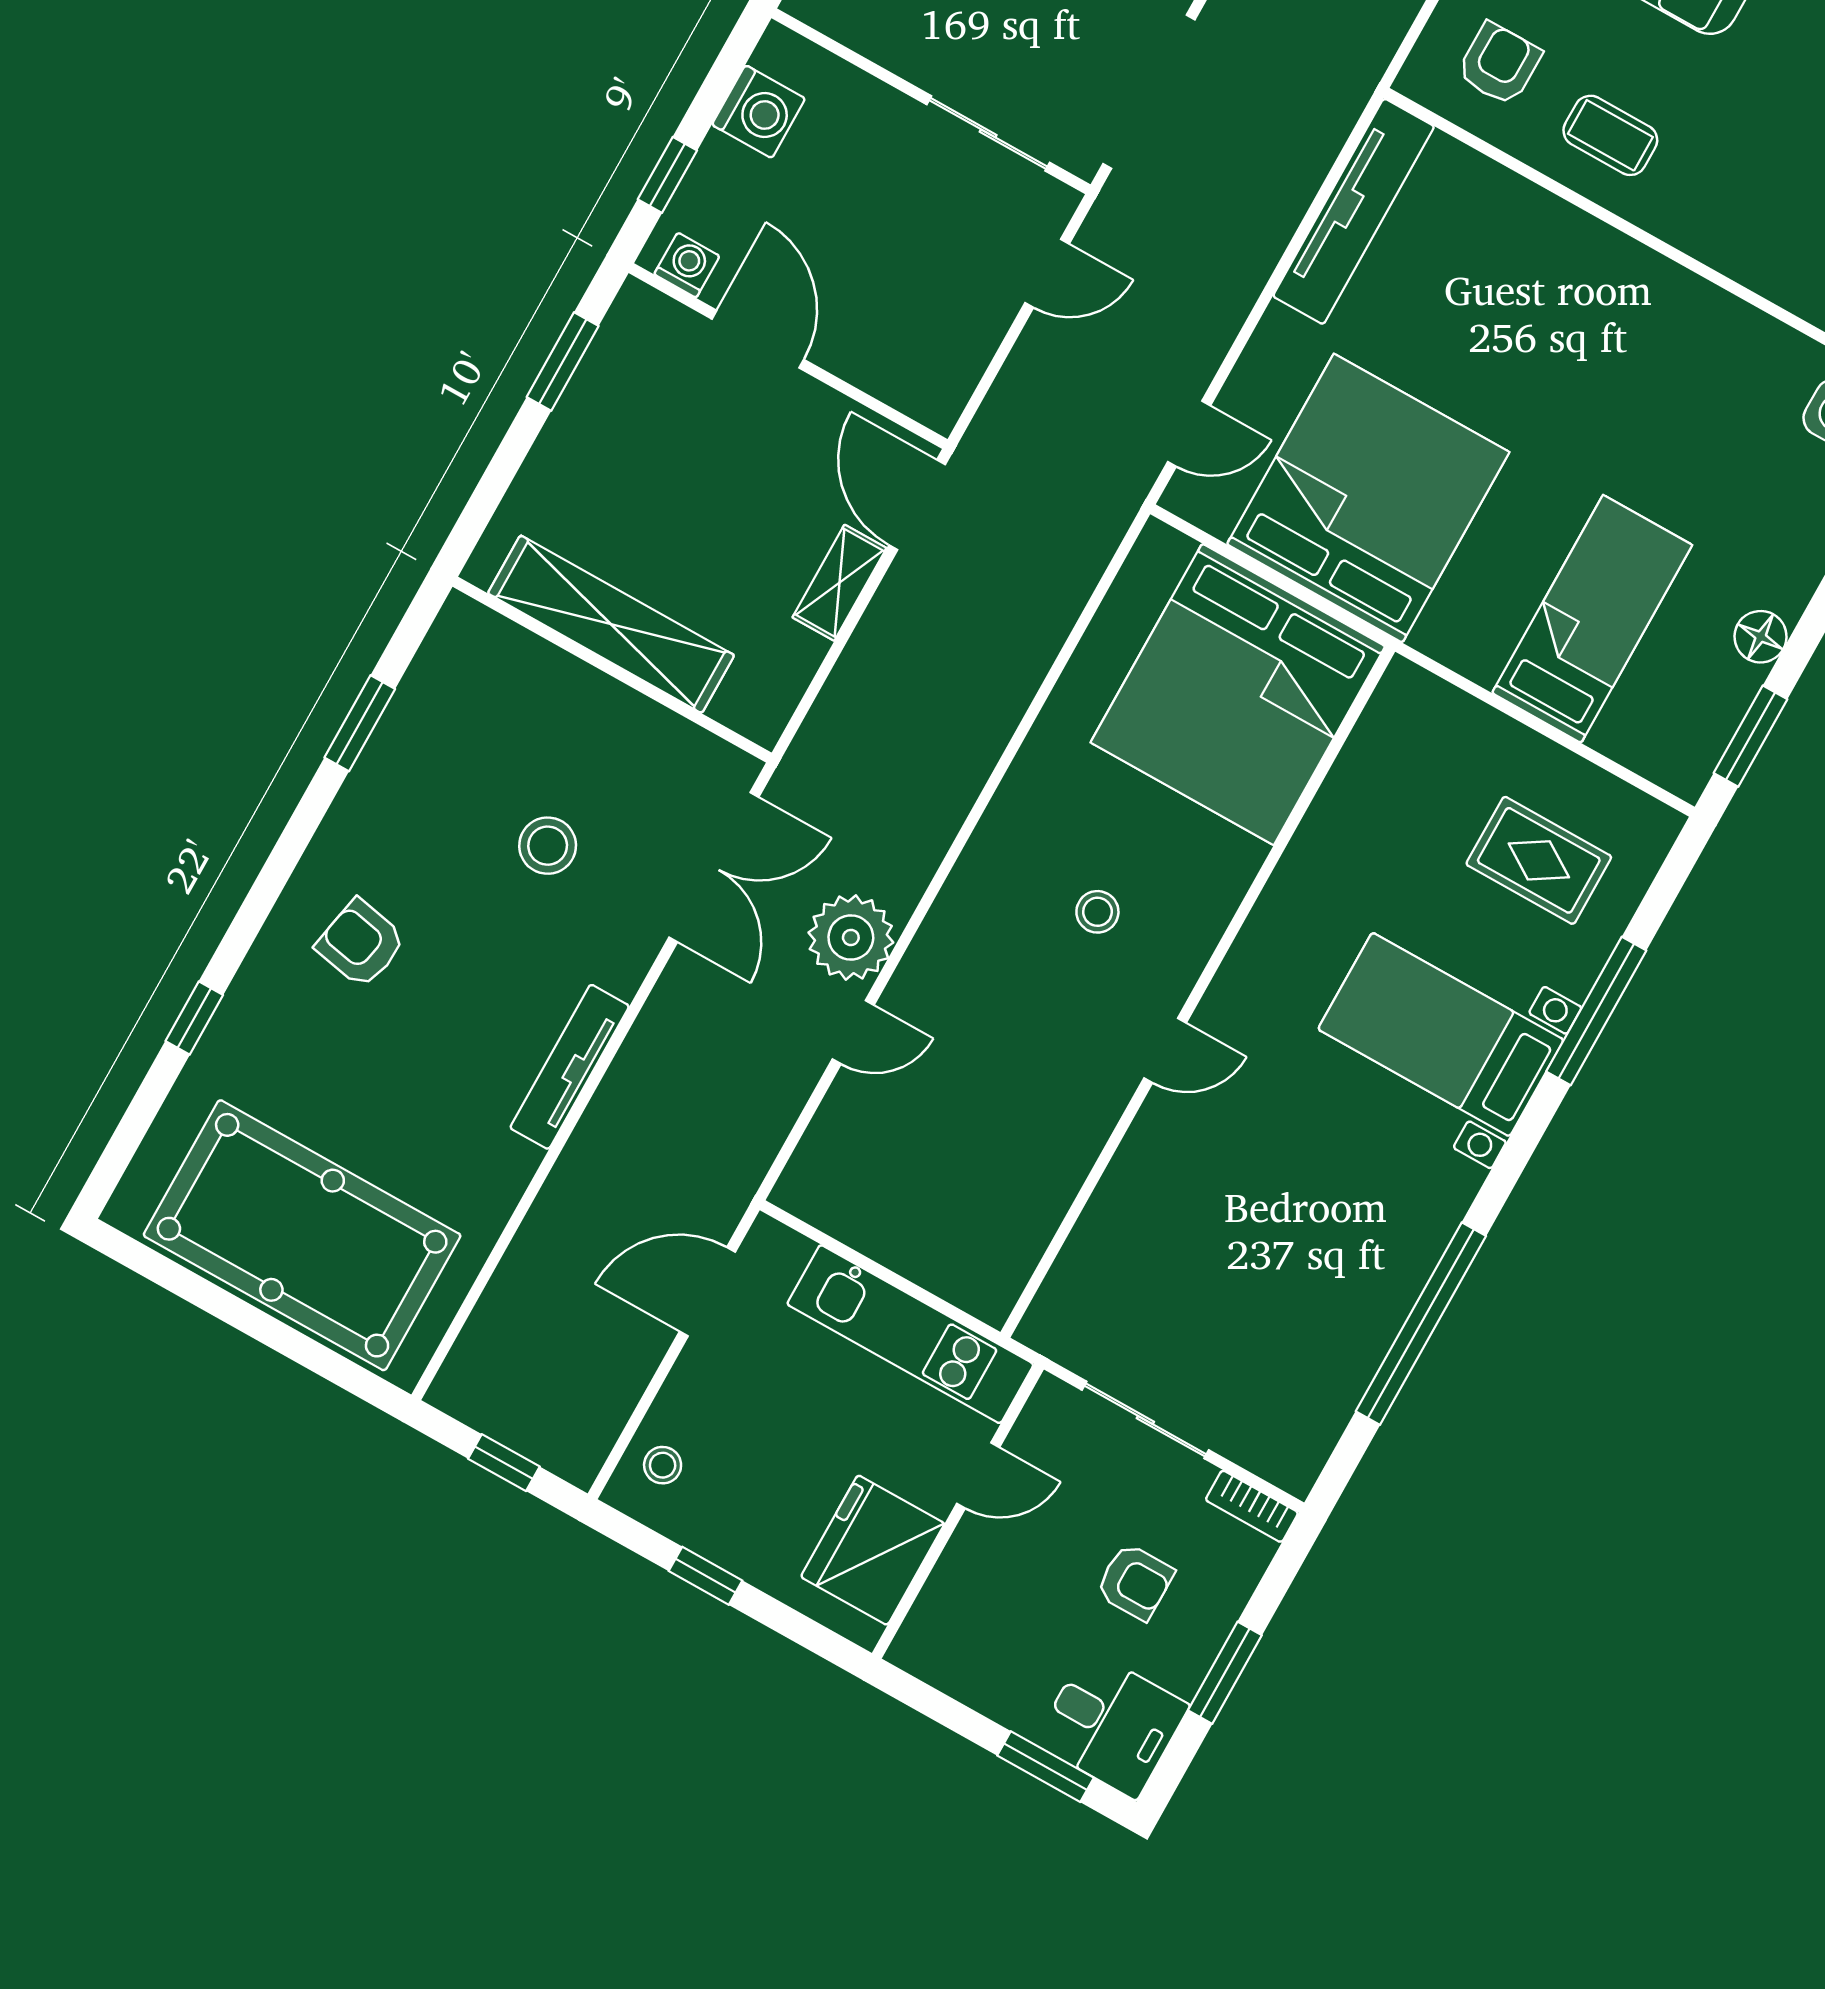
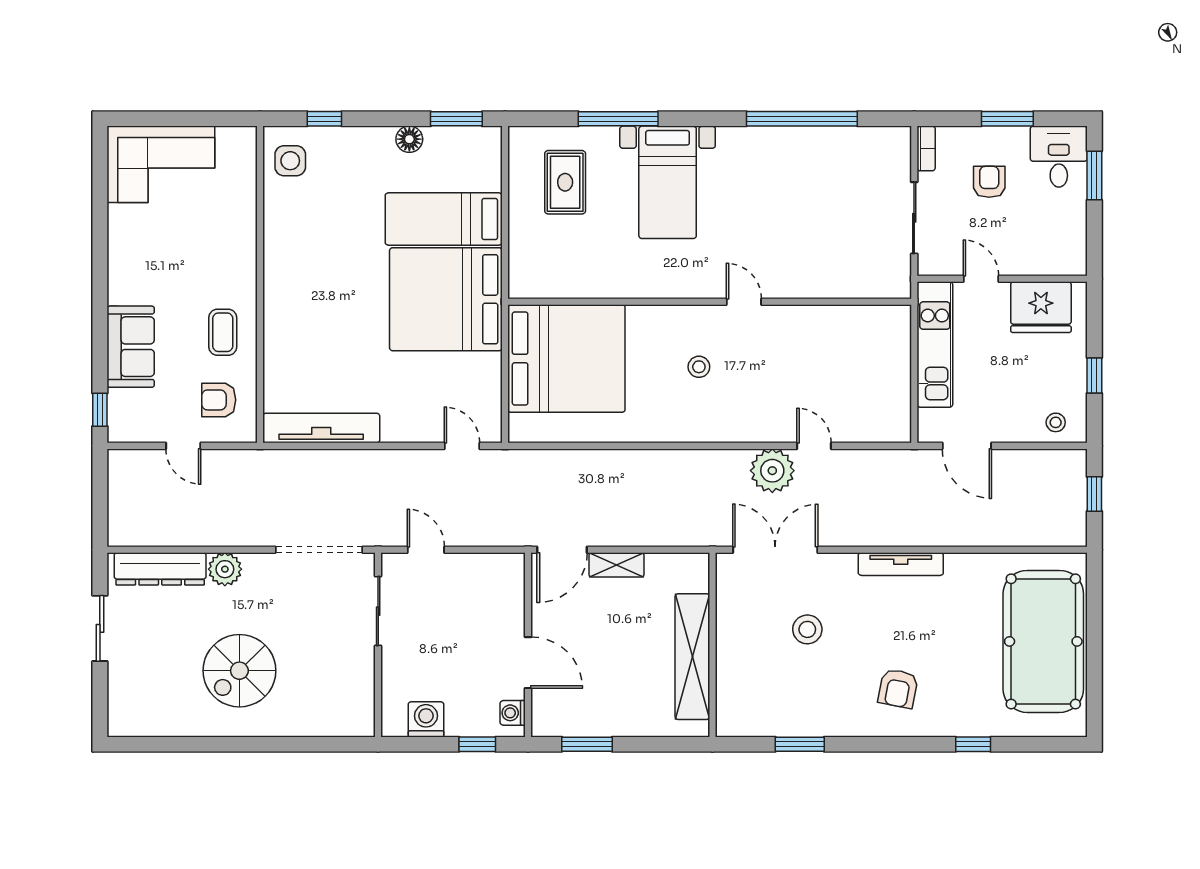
door: (758, 339) -> (528, 663), swing flipped
bed: (1368, 498) -> (446, 299), moved

